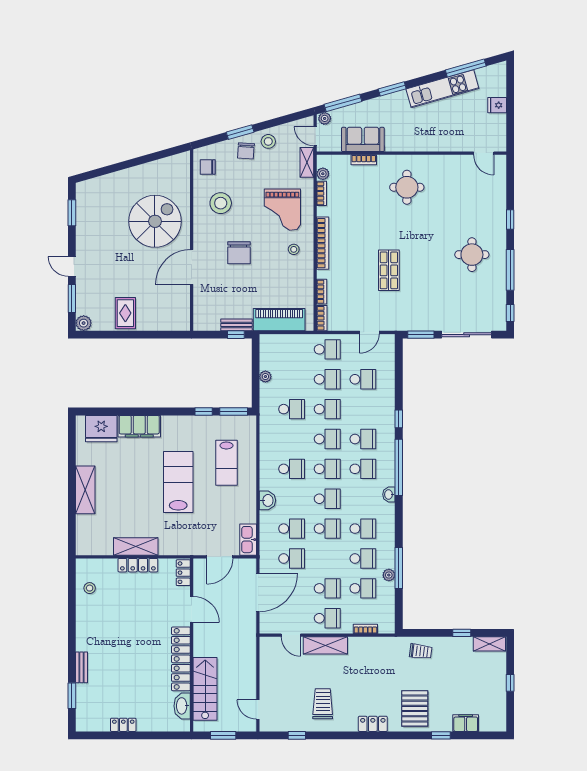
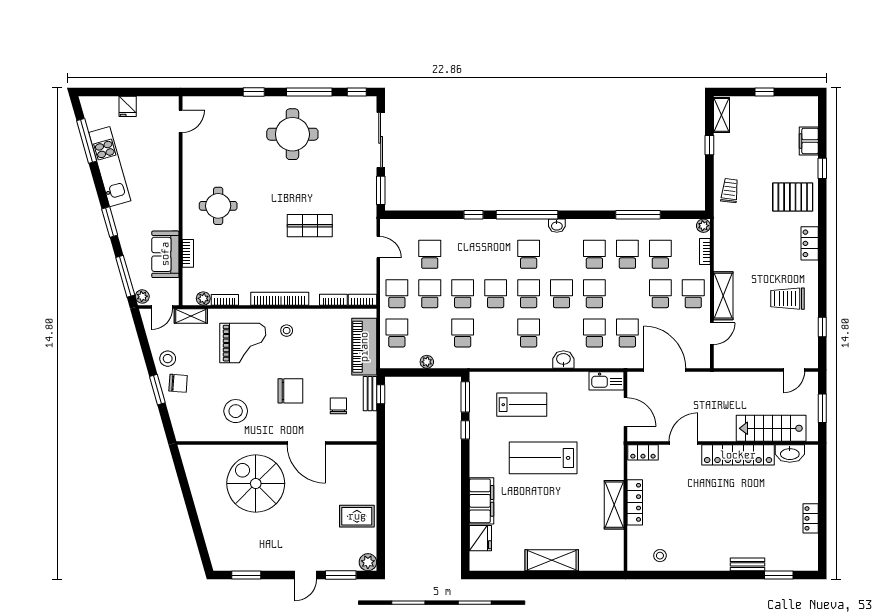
chair: (208, 167) -> (338, 406), moved, turned 180
round table: (472, 255) -> (292, 134), width x1.36, depth x1.36
fridge: (101, 429) -> (480, 538), width x0.73, depth x0.75
school desk: (363, 439) -> (397, 333), moved
plant: (389, 575) -> (703, 226), moved

